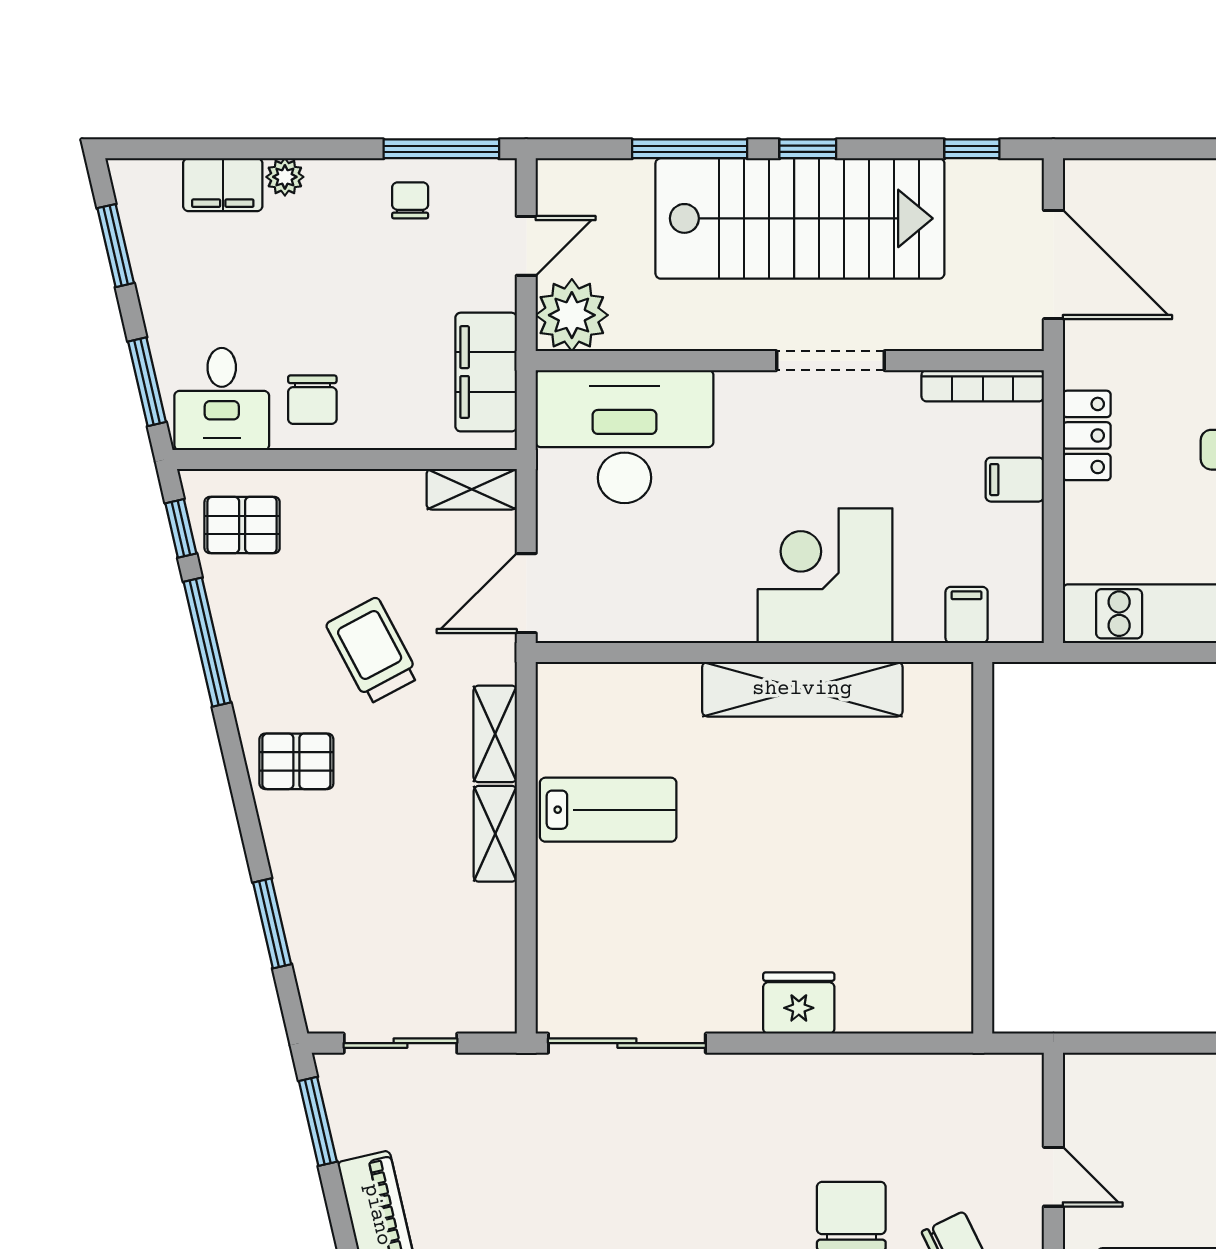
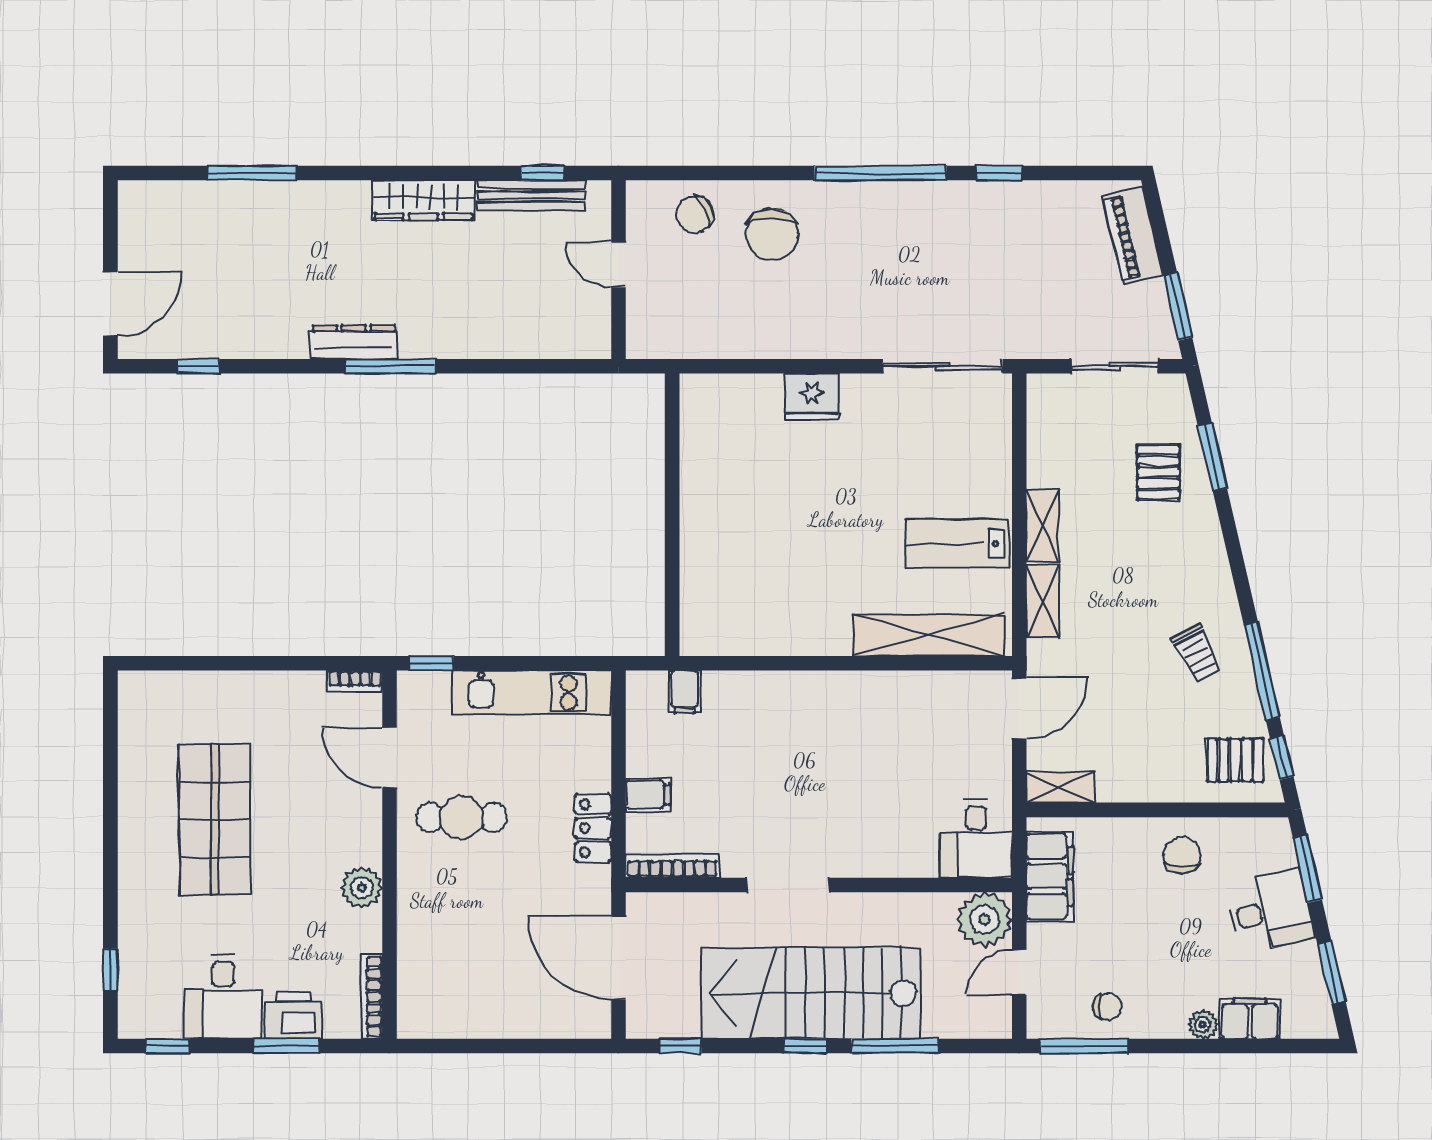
chair: (410, 200) -> (1107, 1007), turned -90
desk: (222, 399) -> (1270, 911), moved, turned 77
desk: (625, 437) -> (976, 839), width x0.53, depth x0.77
corner desk: (825, 576) -> (792, 722), removed
trolley: (373, 651) -> (1197, 654), moved, width x0.73, depth x0.72
shelving: (802, 689) -> (929, 635), moved
pallet: (296, 761) -> (1158, 472), moved, turned 90

